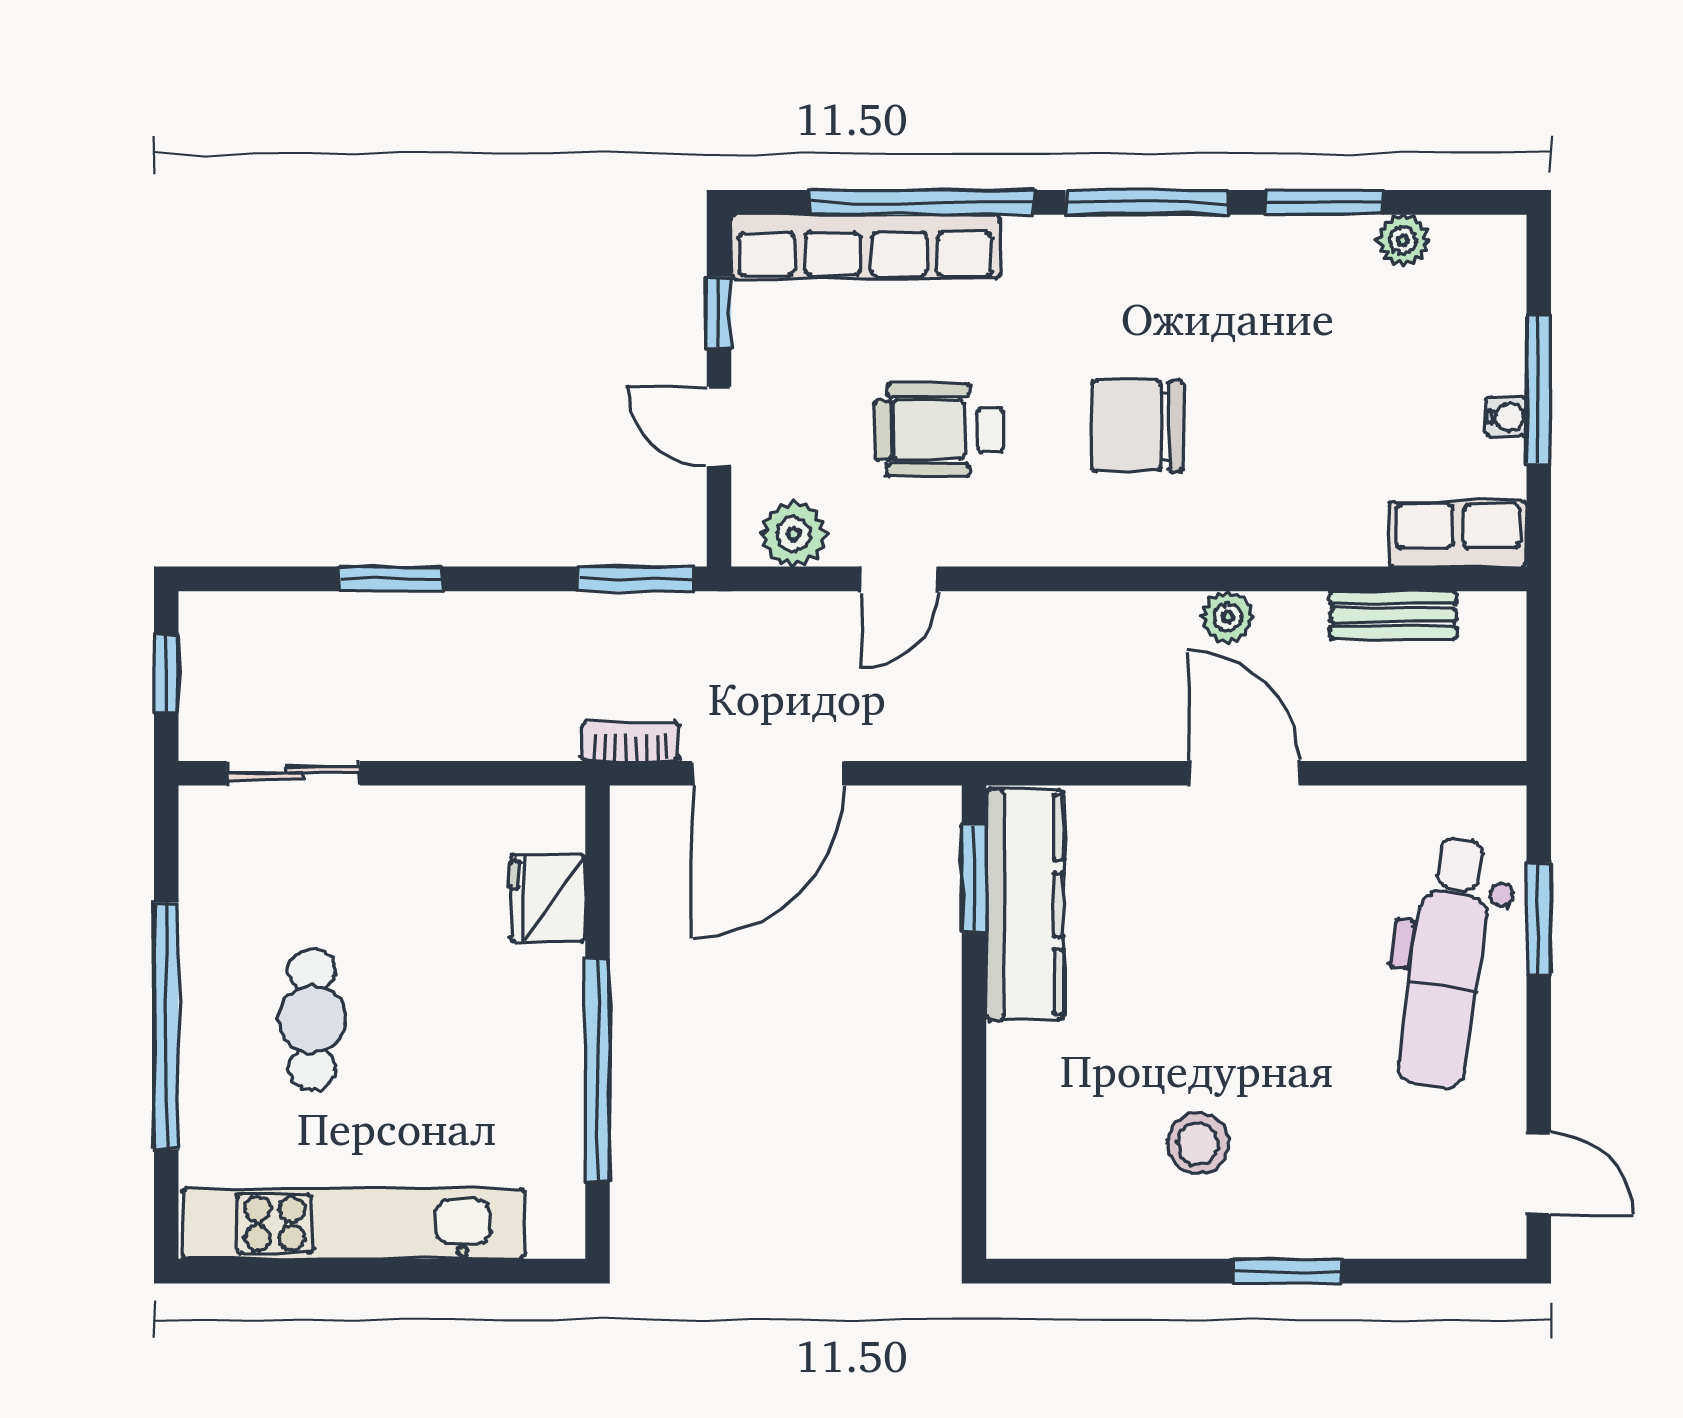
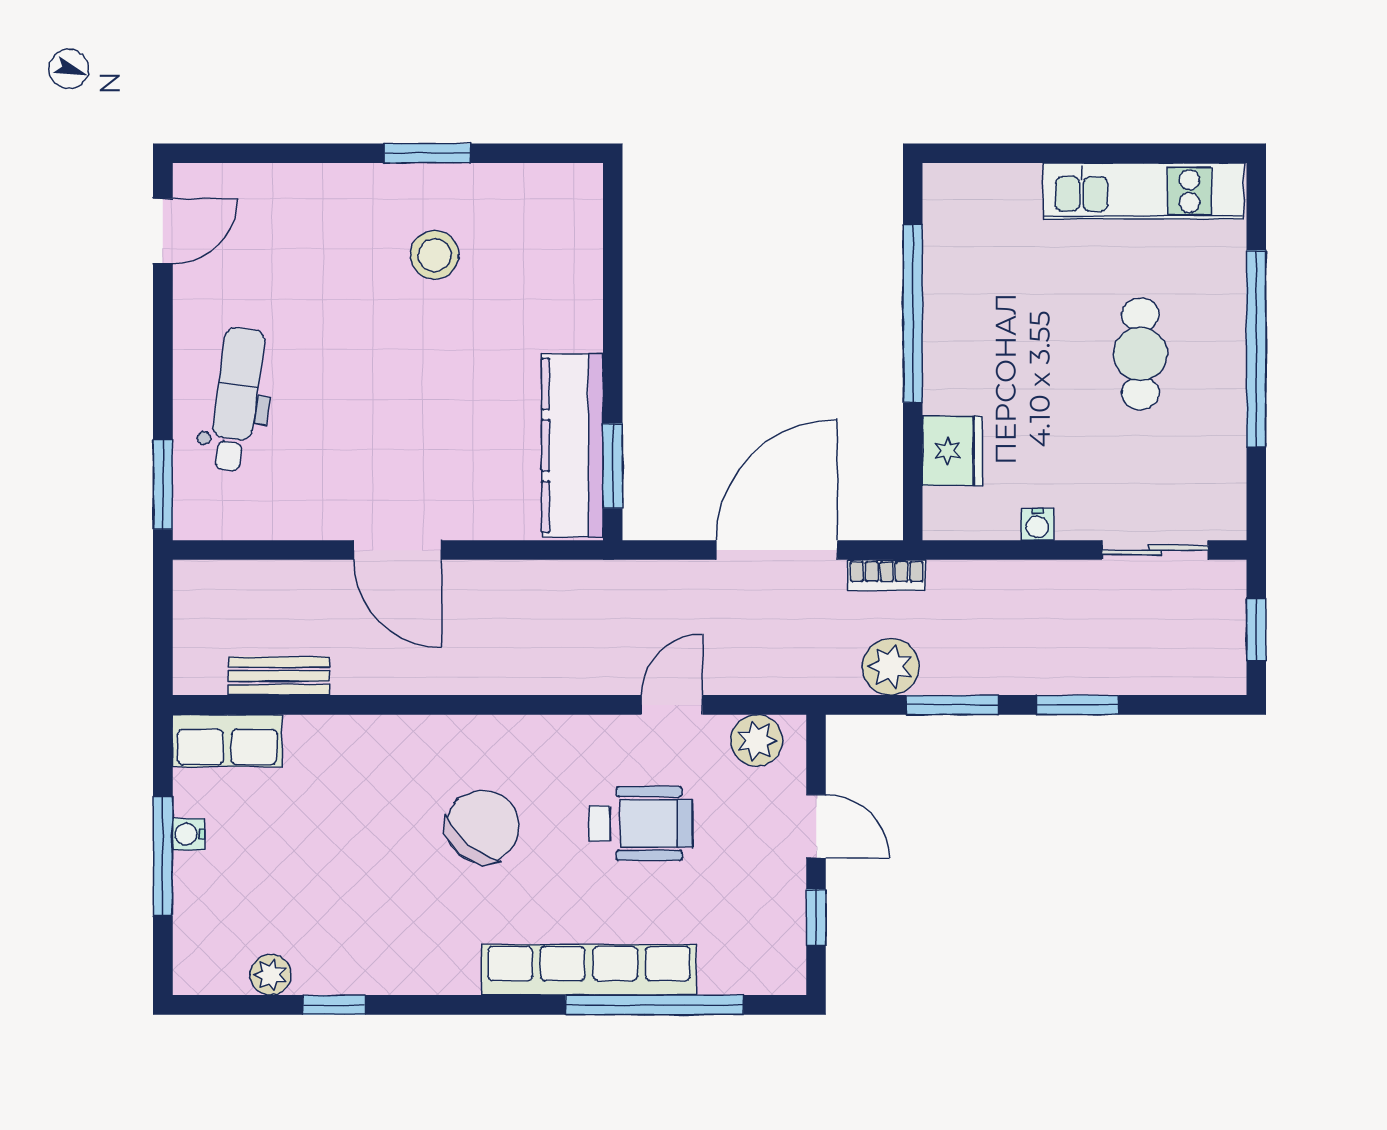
window: (1147, 202) -> (475, 1005), removed
window: (1324, 202) -> (334, 1005), width x0.67
row of seats: (866, 246) -> (589, 970), moved
chair: (1137, 426) -> (483, 827), turned -50
window: (636, 579) -> (952, 705), moved
plant: (1227, 617) -> (891, 667), moved, width x1.38, depth x1.38
water cooler: (441, 806) -> (1037, 524), added
window: (1539, 919) -> (163, 484), moved
dental chair: (1446, 962) -> (236, 399), width x0.73, depth x0.72
door: (1539, 1173) -> (163, 231), swing flipped
kitchen unit: (354, 1224) -> (1143, 191), width x0.73
window: (1287, 1271) -> (427, 153), moved

